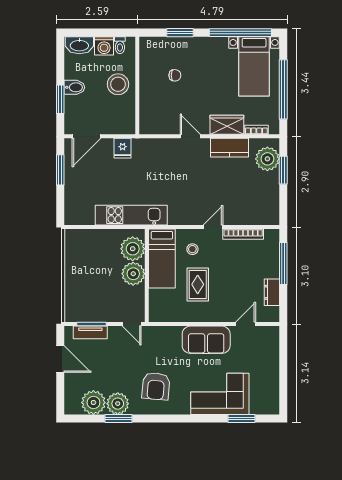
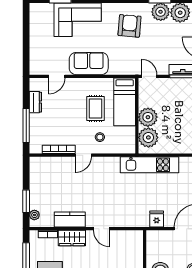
plant: (267, 159) -> (34, 215), width x0.53, depth x0.53
bed: (162, 259) -> (125, 102), moved, turned 180

